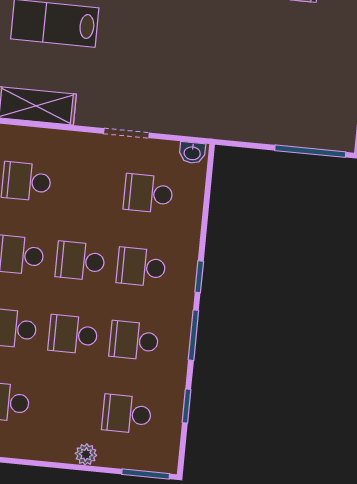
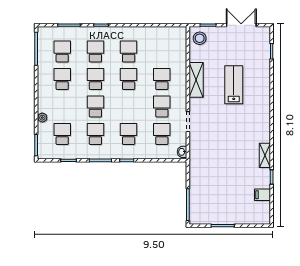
school desk: (80, 261) -> (162, 107), moved

